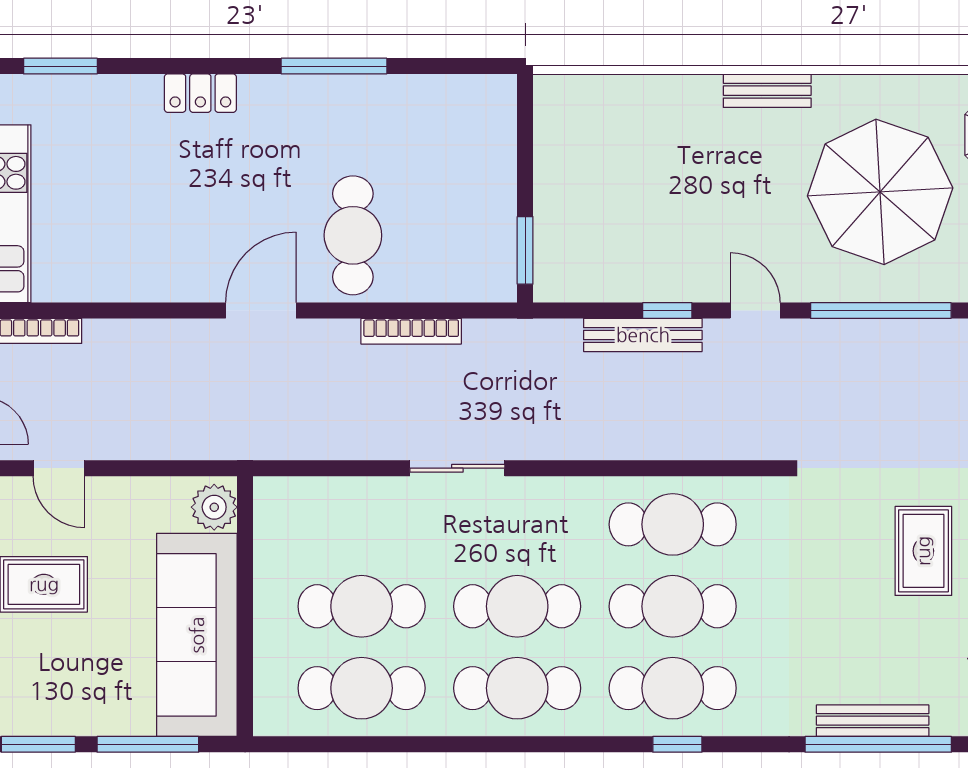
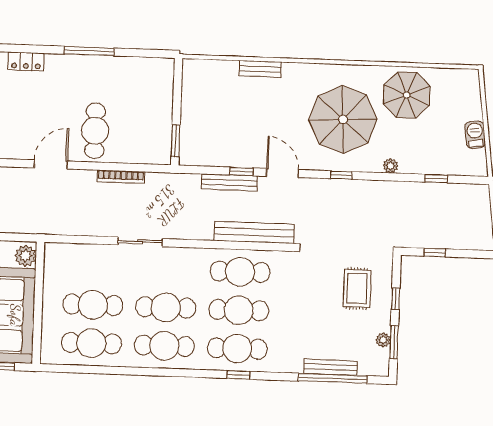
bench: (767, 91) -> (260, 69), moved
door: (755, 311) -> (282, 173), width x1.38
window: (881, 311) -> (341, 175), width x0.32
bench: (700, 439) -> (254, 232), added

